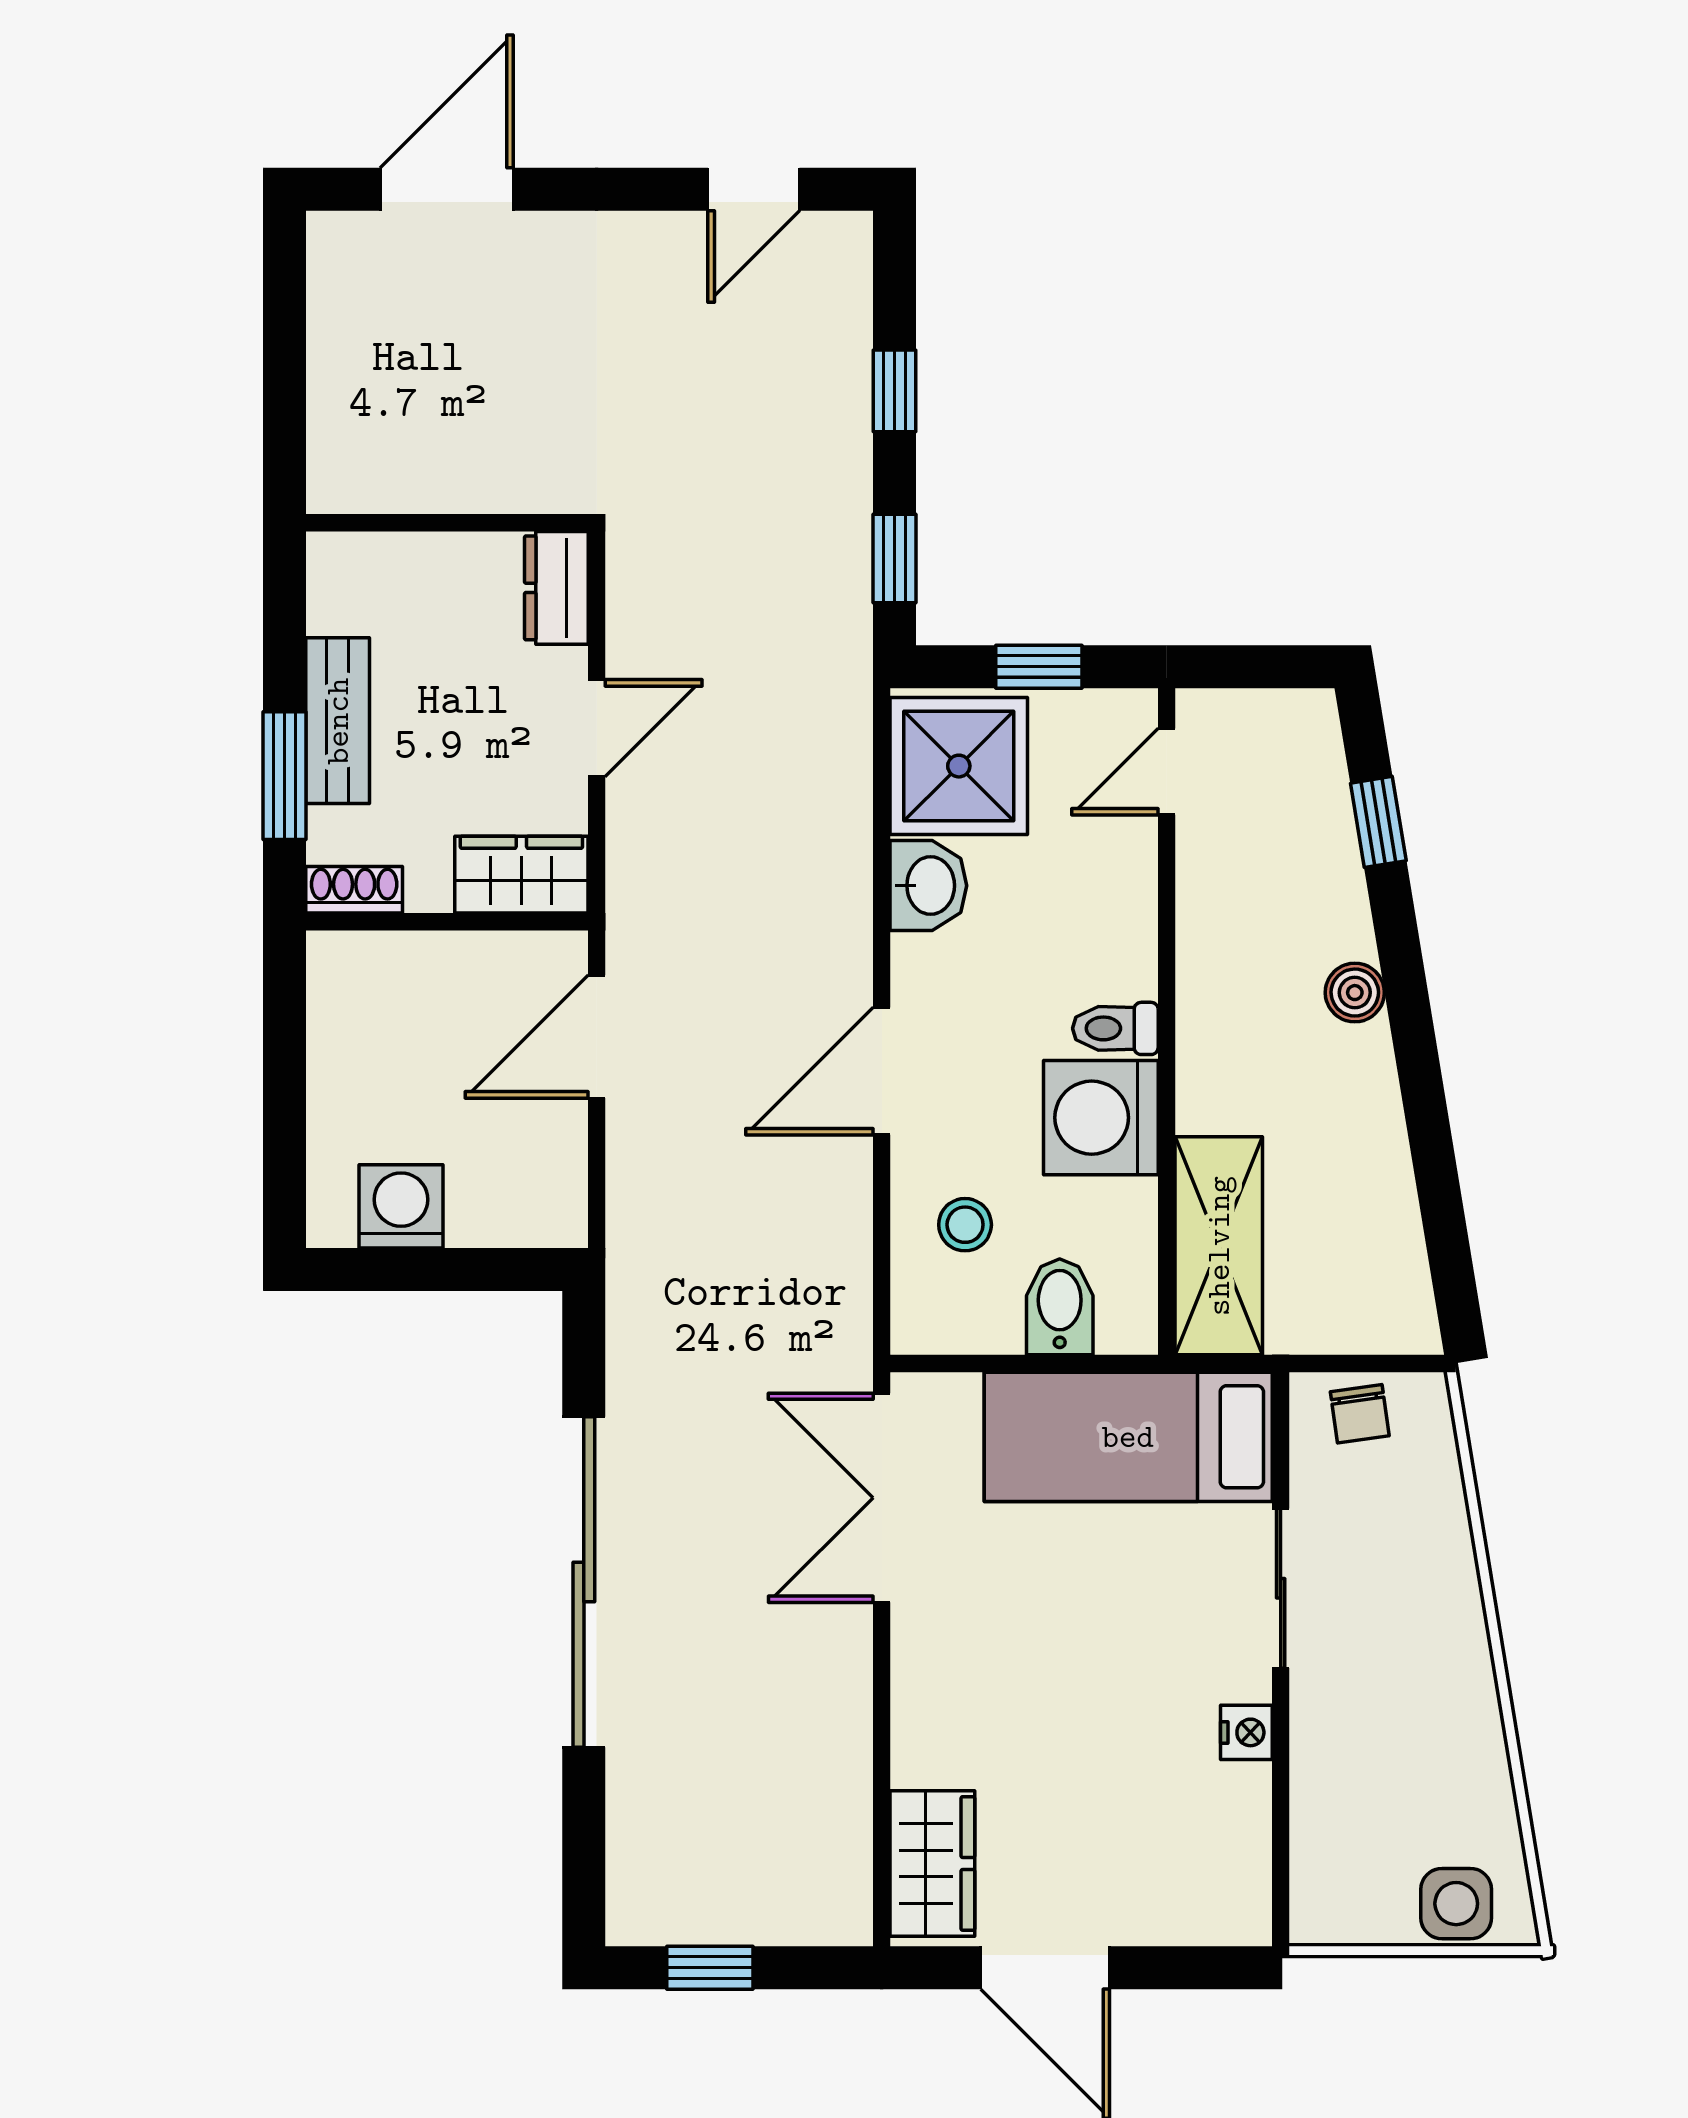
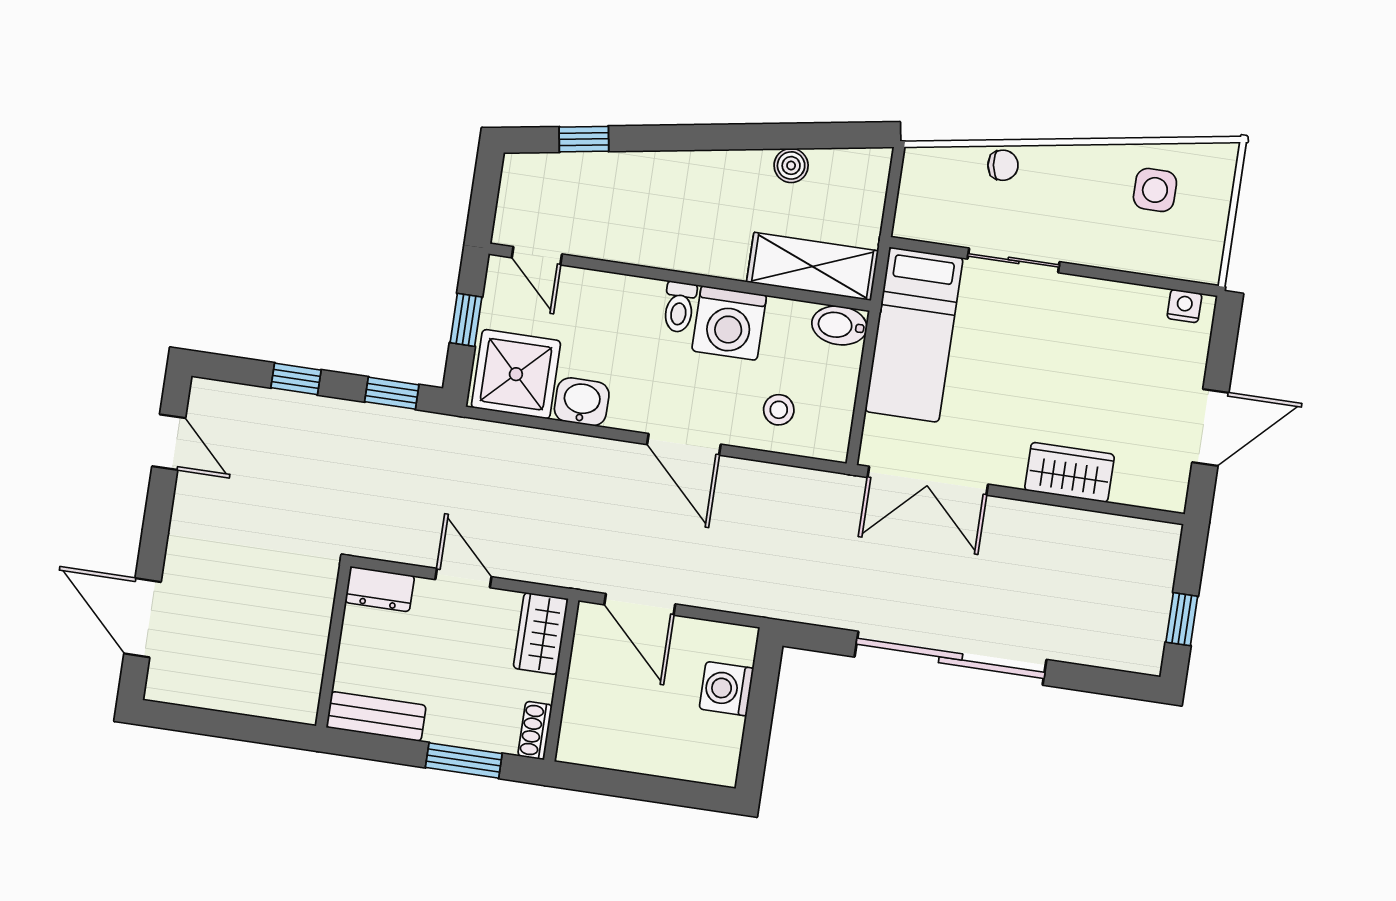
bench: (338, 721) -> (376, 716), moved
boiler: (1355, 993) -> (791, 165), moved
washing machine: (401, 1206) -> (726, 689), moved
bidet: (1060, 1307) -> (839, 325), moved
chair: (1360, 1414) -> (1003, 165), moved
nightstand: (1246, 1732) -> (1184, 306), moved
wardrobe: (932, 1863) -> (1069, 472), moved
side table: (1456, 1904) -> (1155, 190), moved

